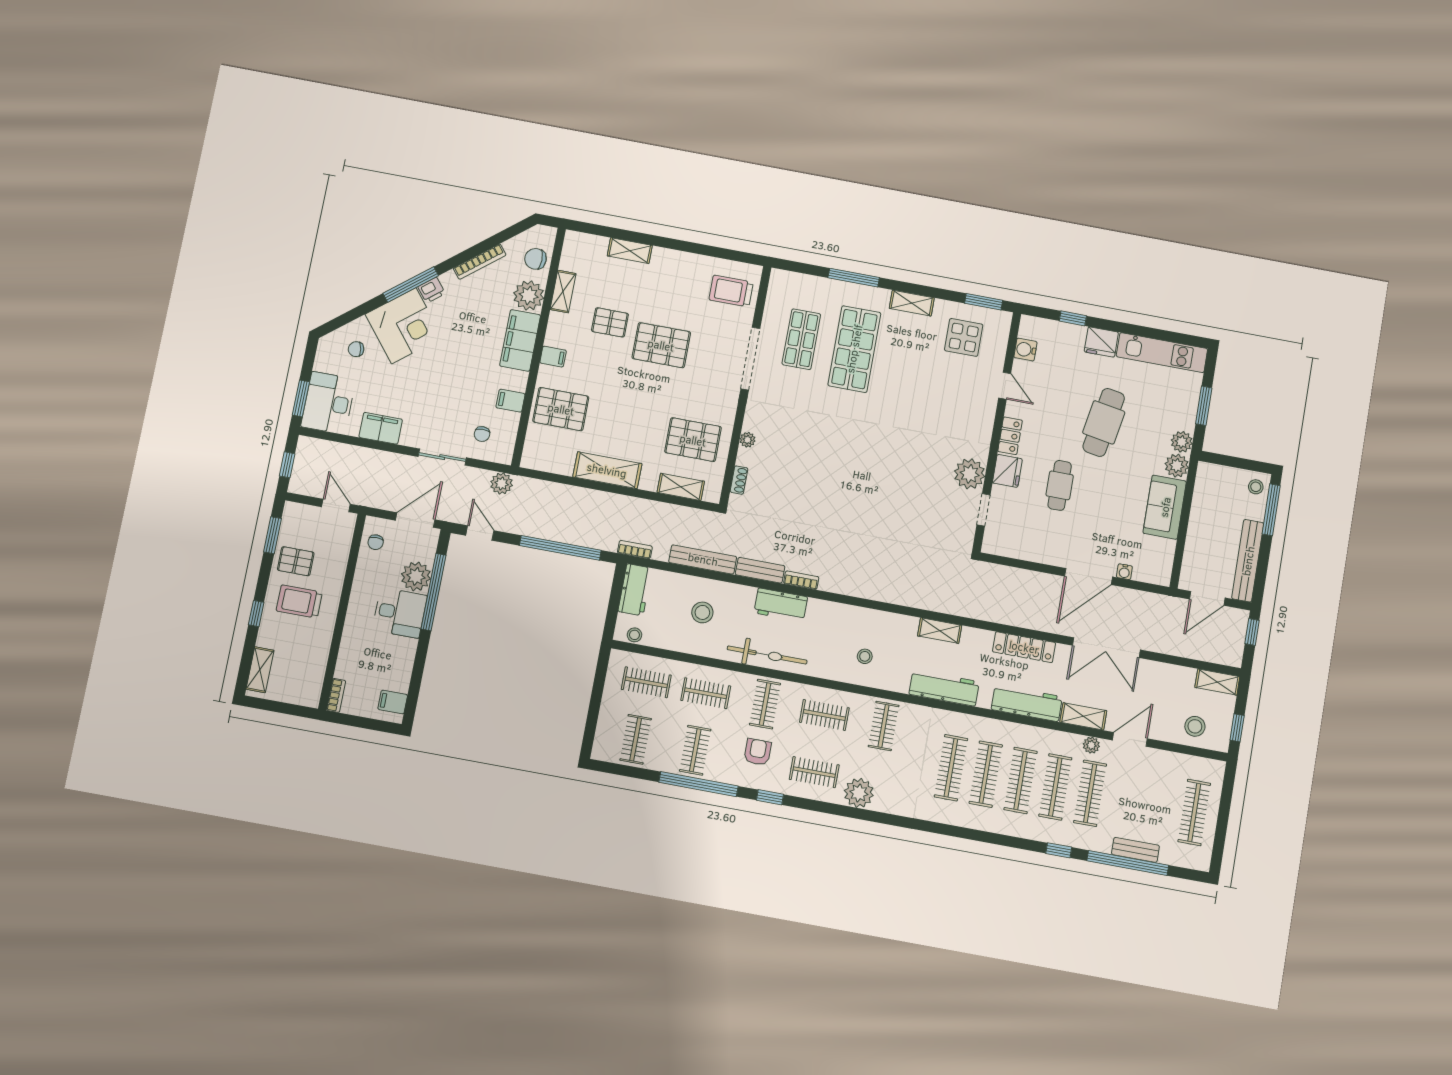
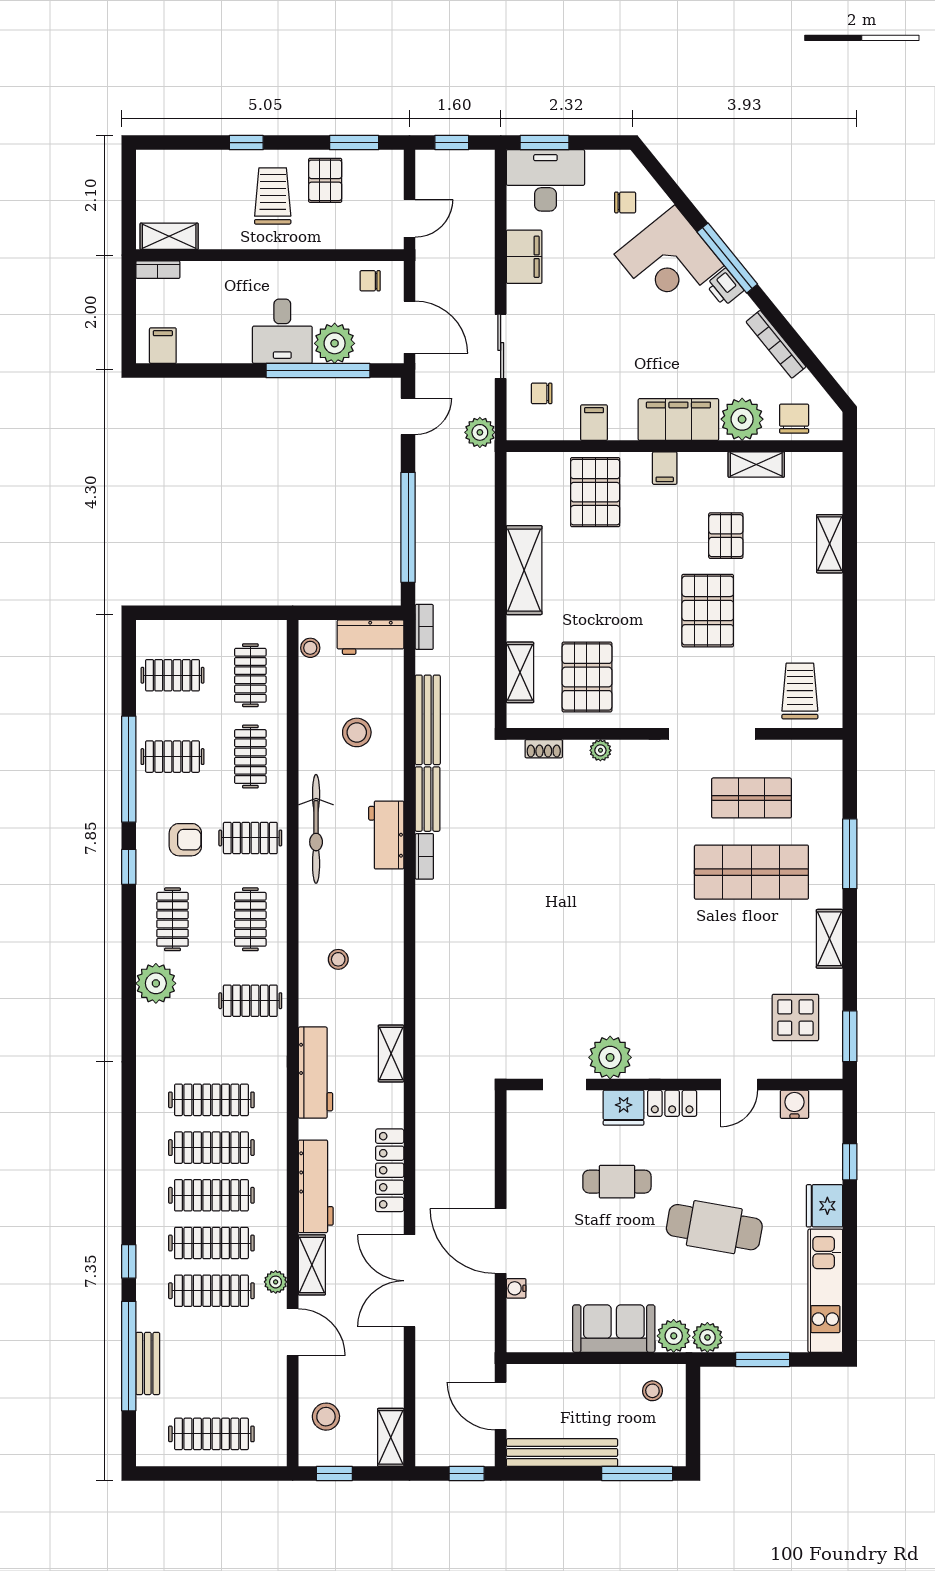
chair: (356, 349) -> (625, 202), turned 100
stool: (1256, 487) -> (652, 1391), moved
shelving: (260, 670) -> (169, 236), moved

